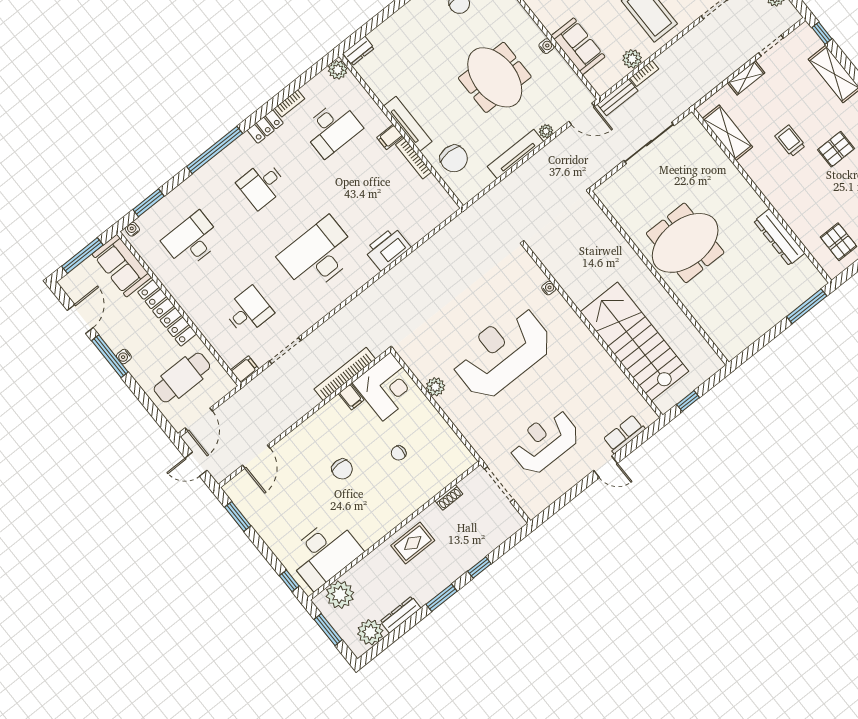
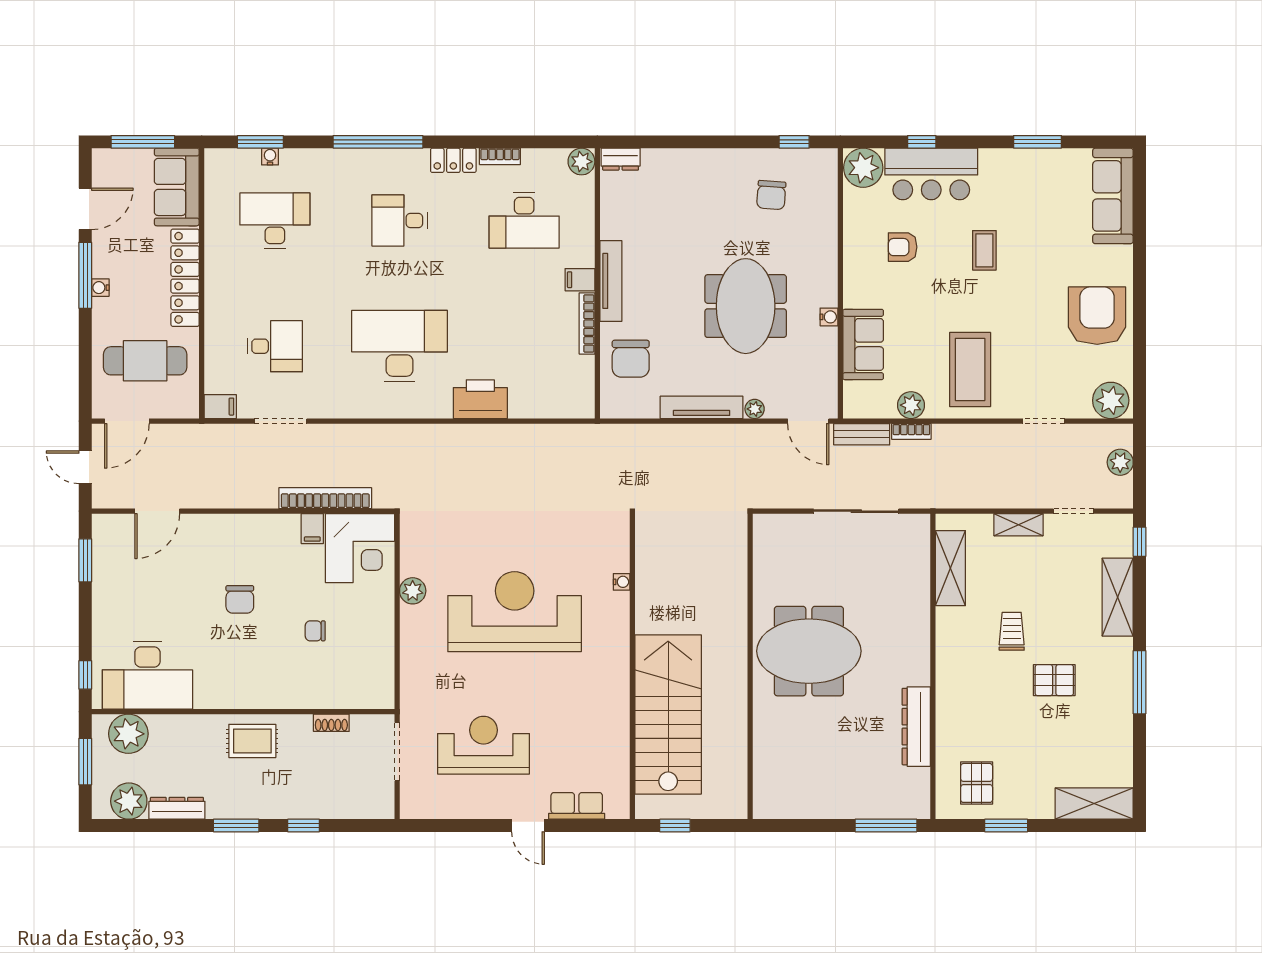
water cooler: (132, 229) -> (270, 157), moved

